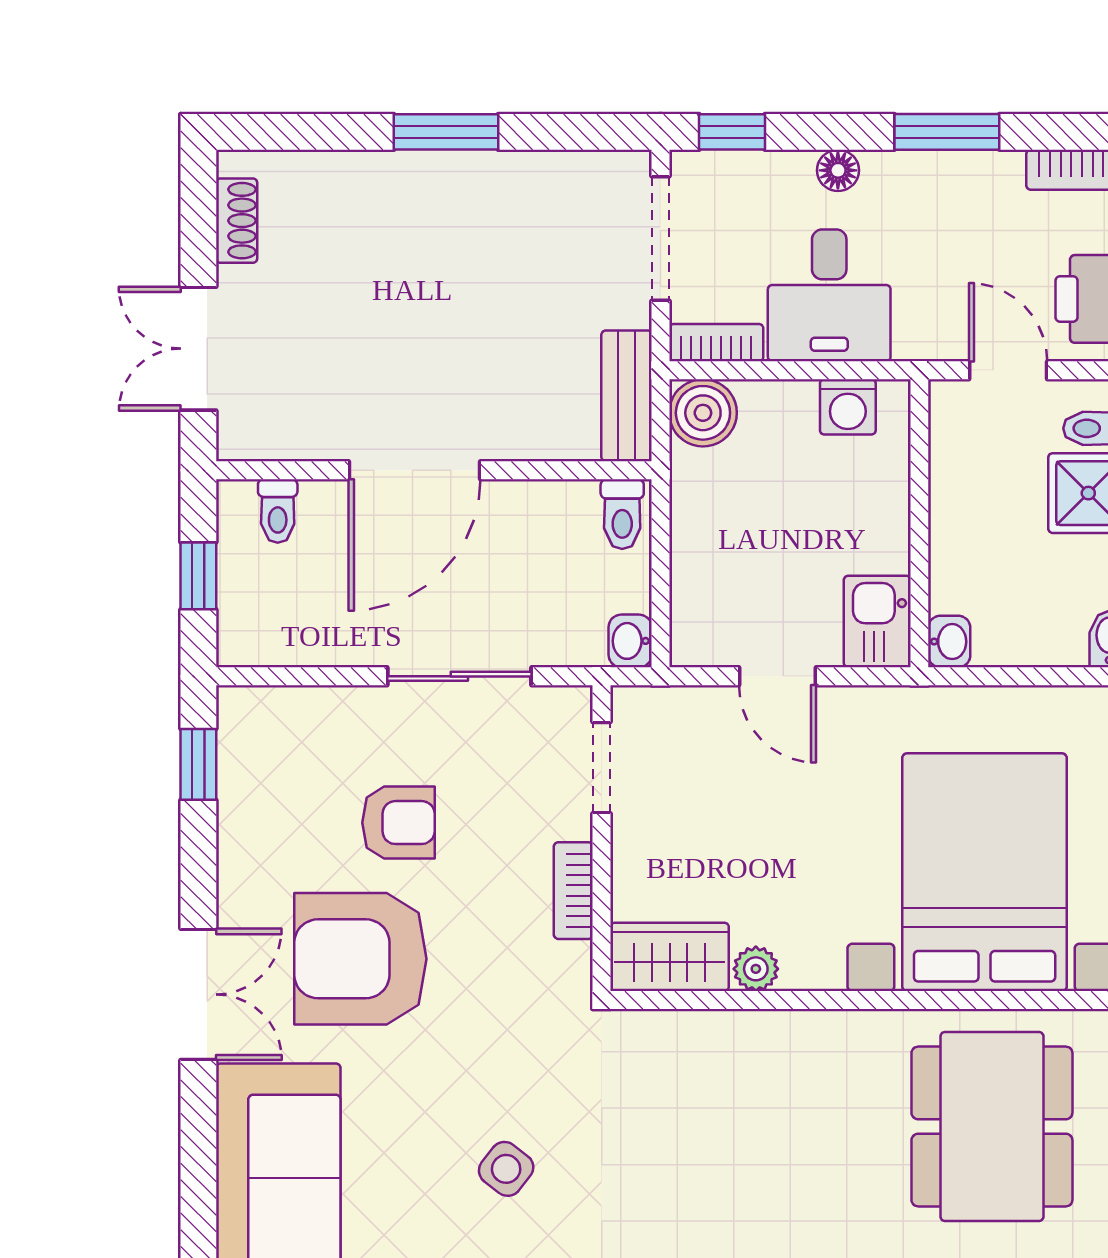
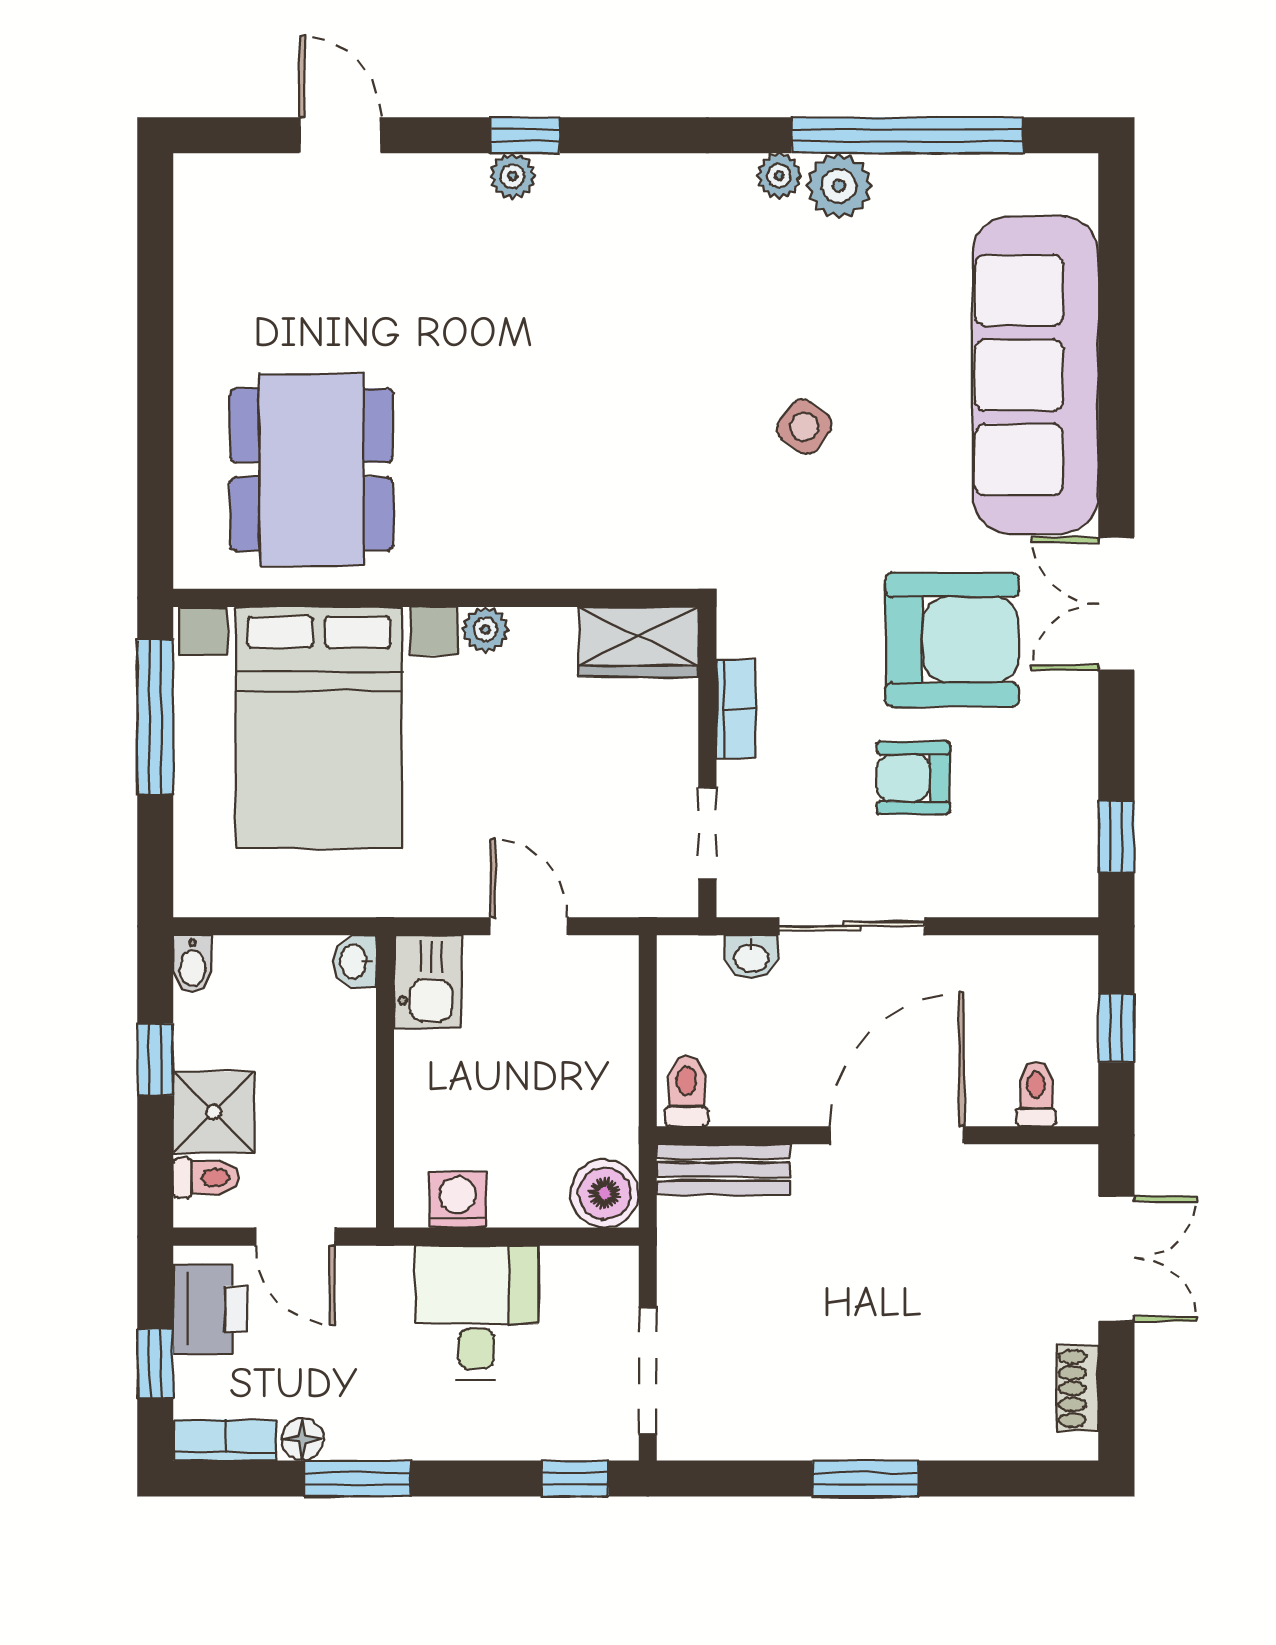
floor lamp: (838, 170) -> (302, 1439), moved
bookcase: (716, 343) -> (591, 1265), removed
bench: (627, 396) -> (723, 1170), moved, turned 90
washbasin: (630, 641) -> (751, 957), moved, turned 90
plant: (756, 969) -> (485, 630), moved

